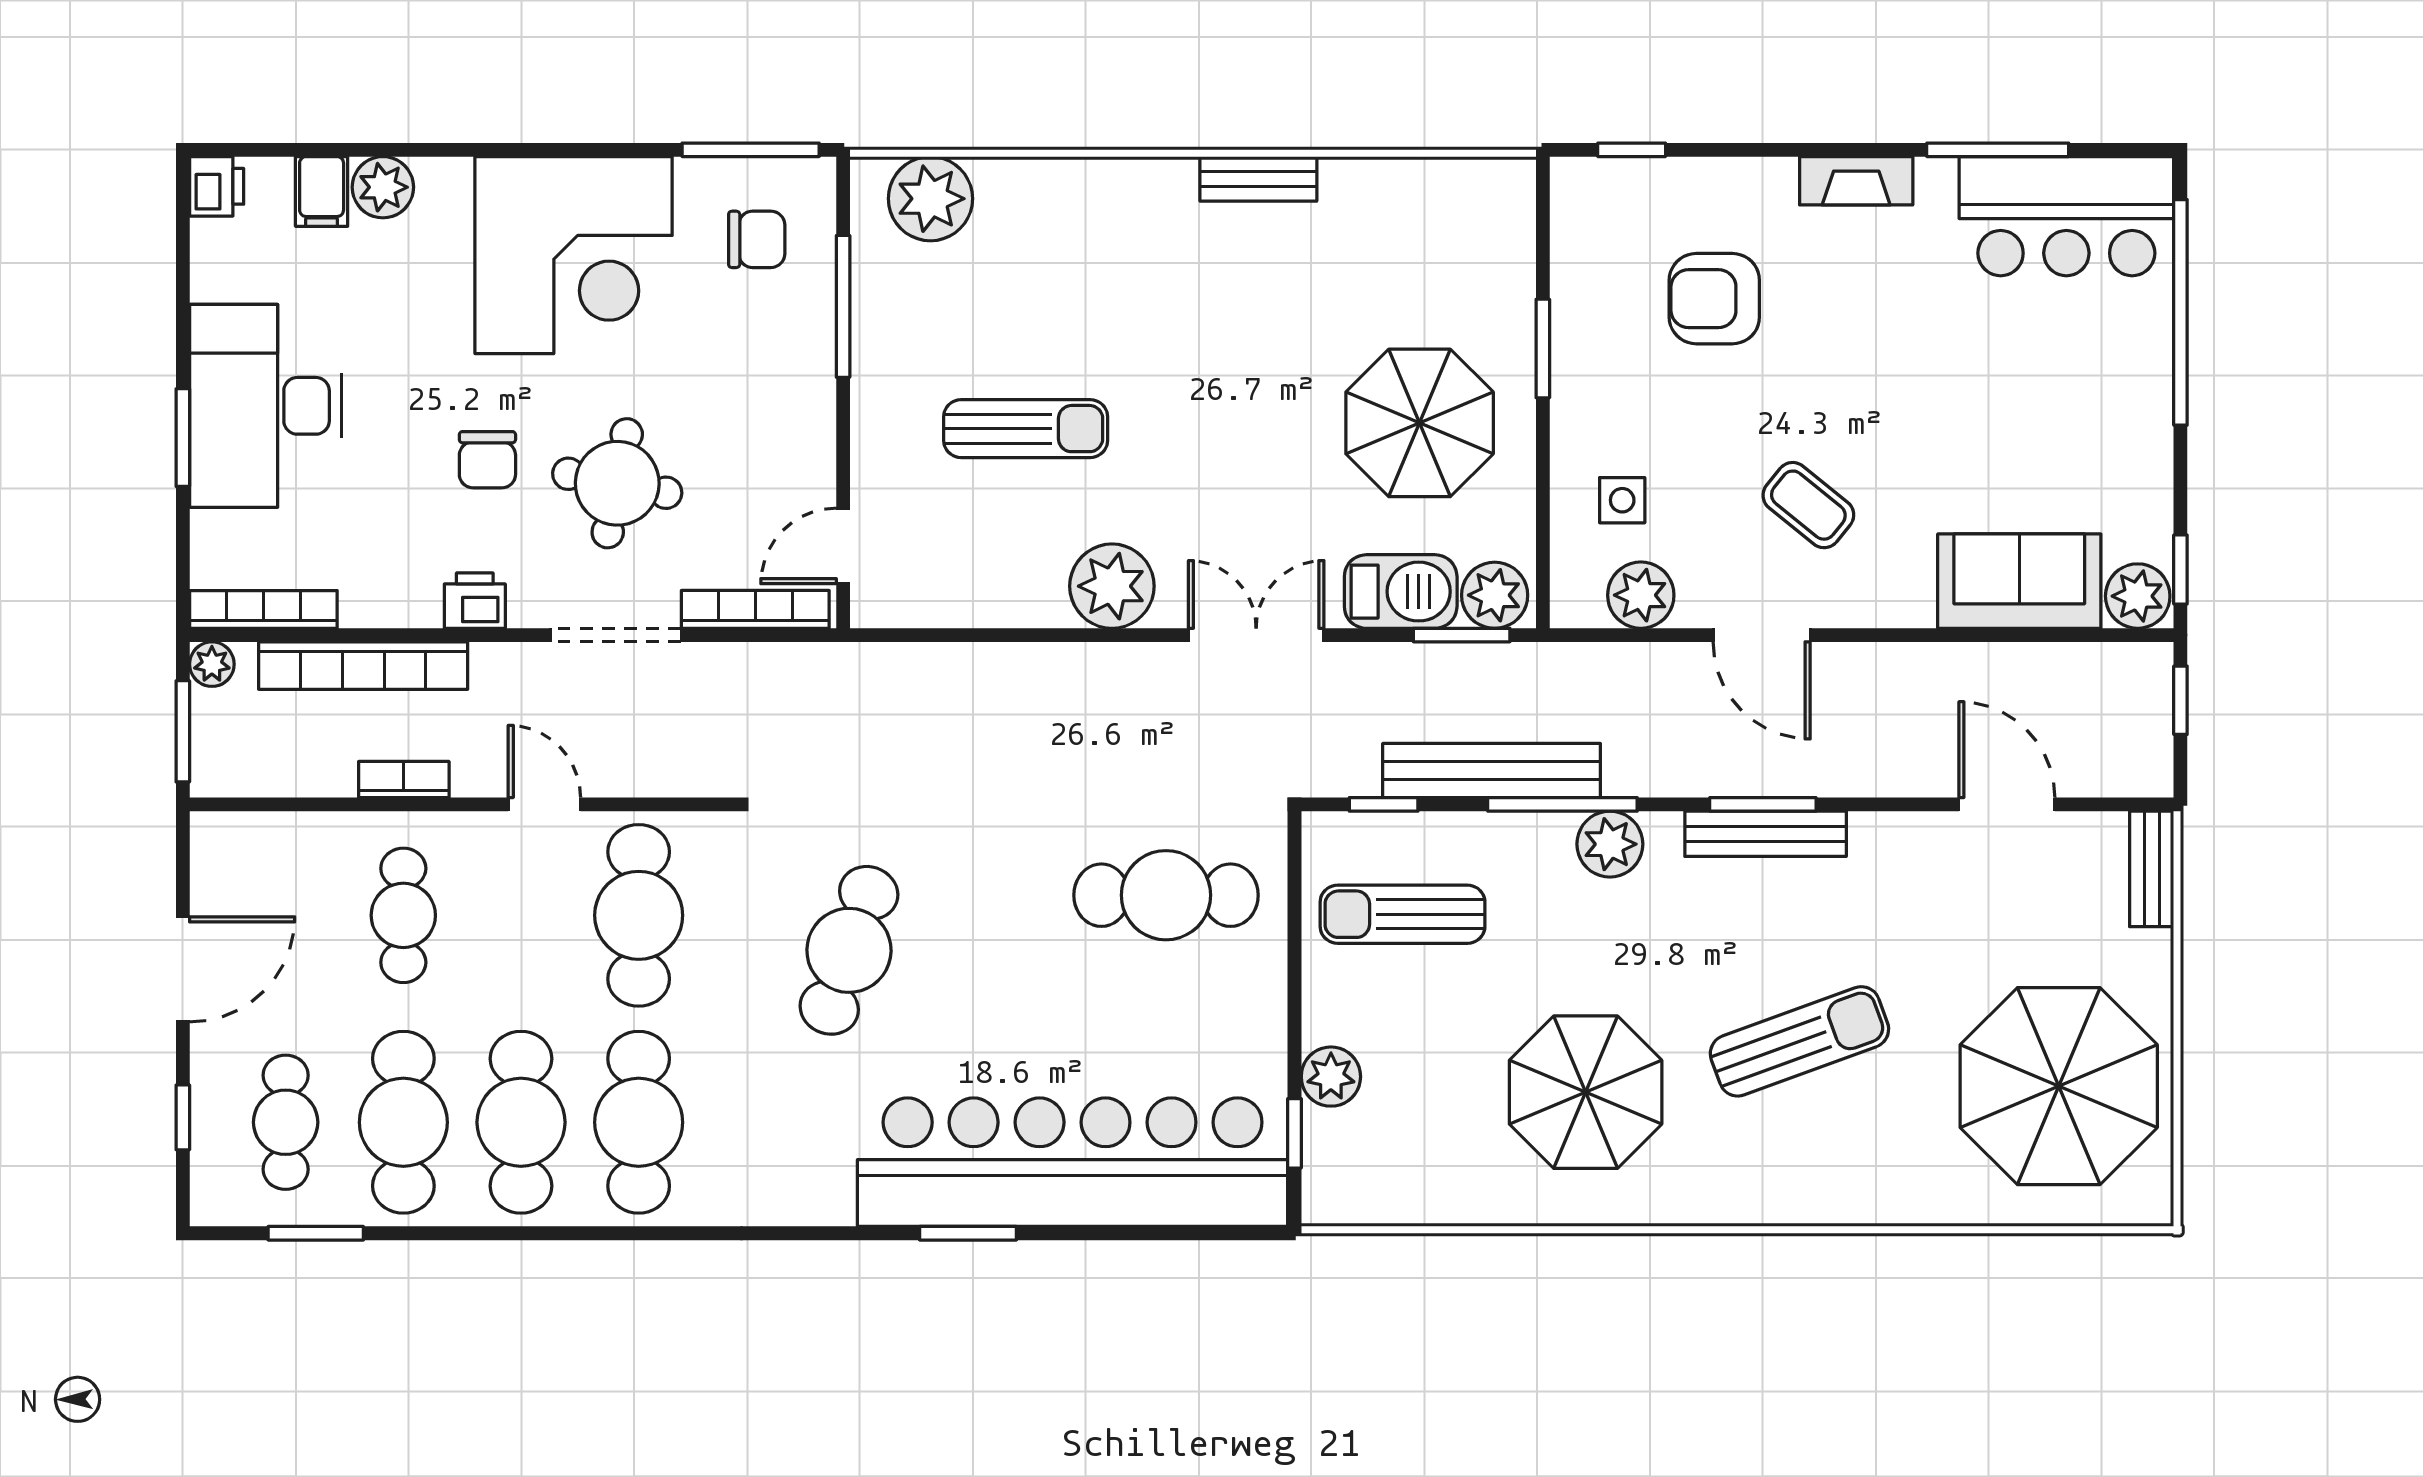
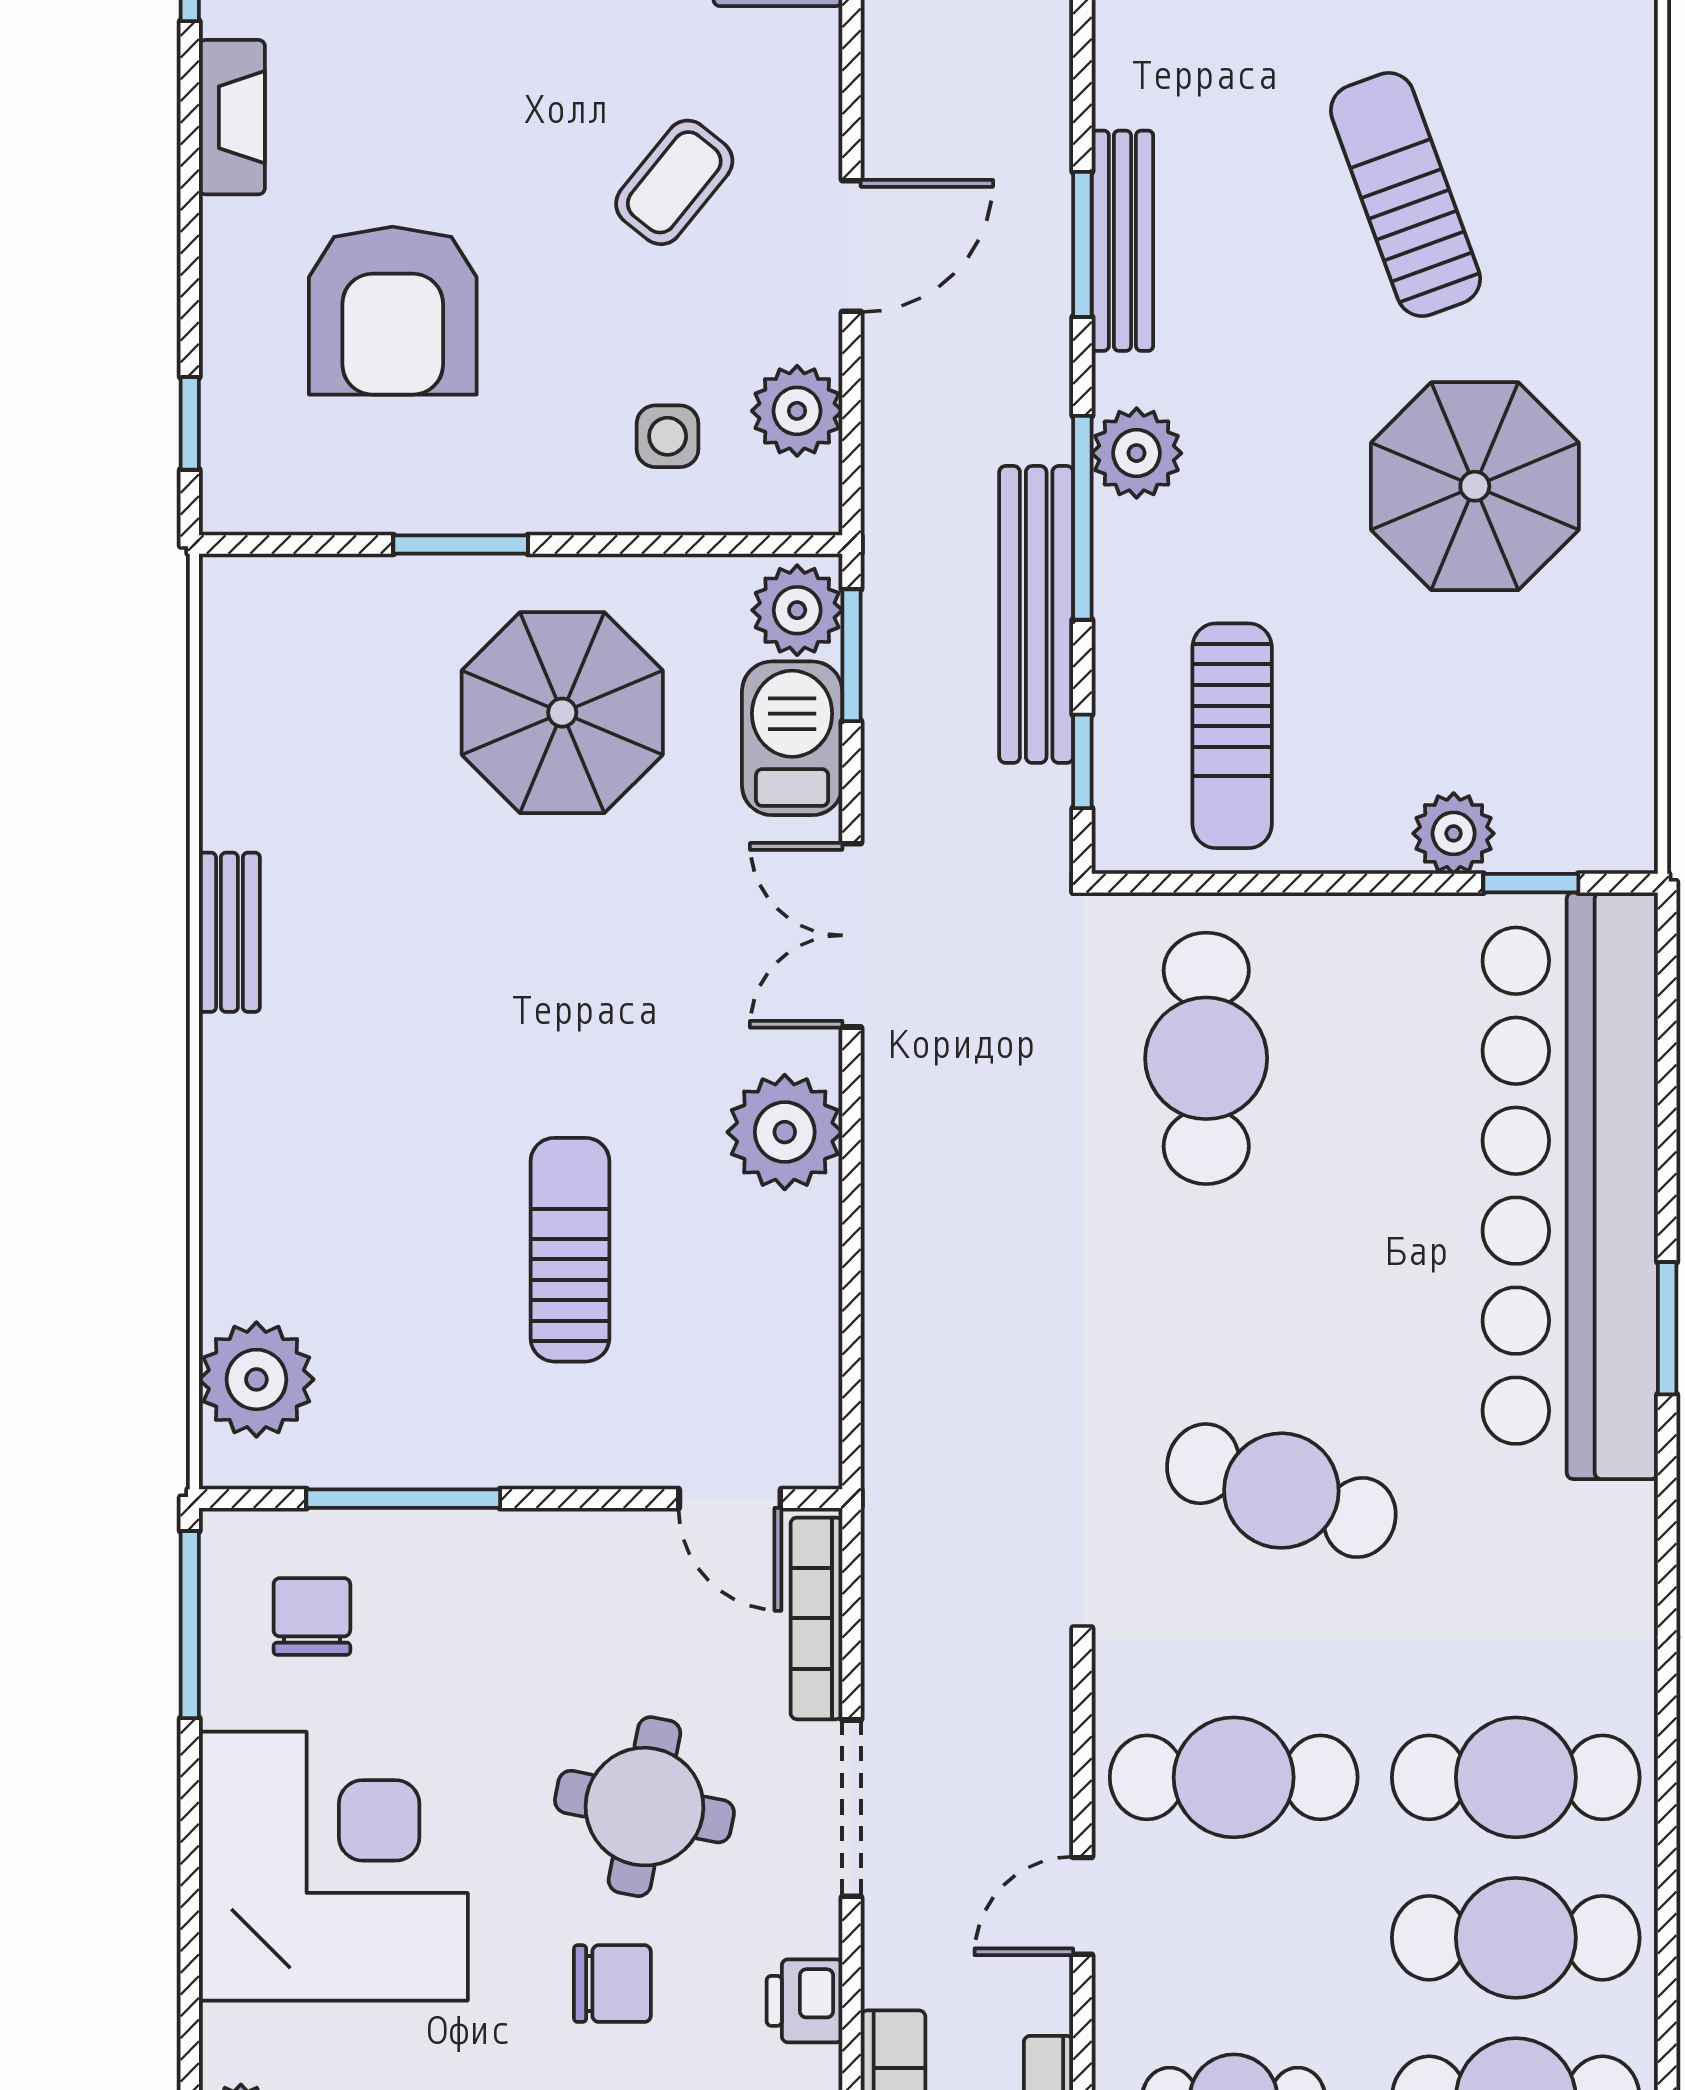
armchair: (1714, 299) -> (393, 311), width x1.36, depth x1.36

